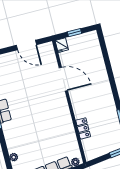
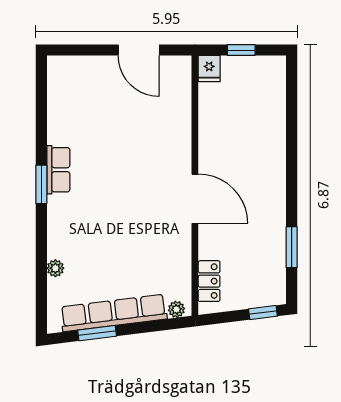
door: (63, 79) -> (195, 199), moved
locker: (83, 128) -> (209, 281), moved

